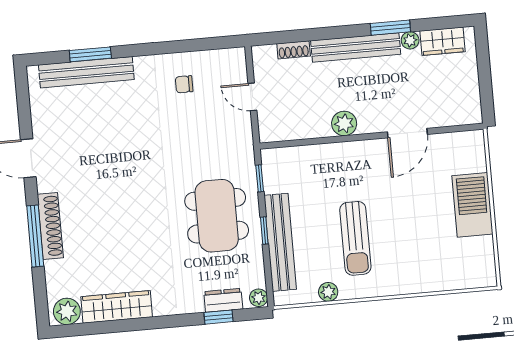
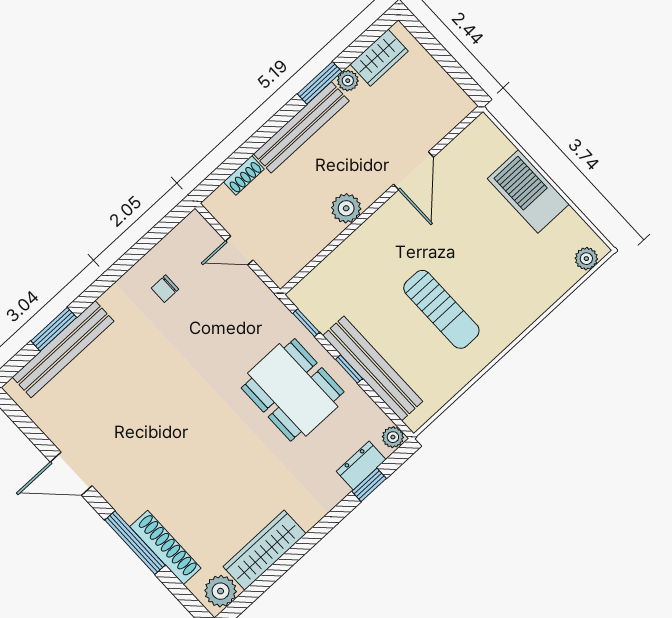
shoe rack: (50, 226) -> (165, 547), moved
plant: (328, 292) -> (586, 259), moved

